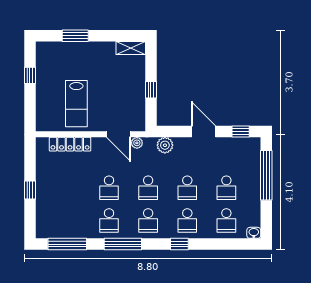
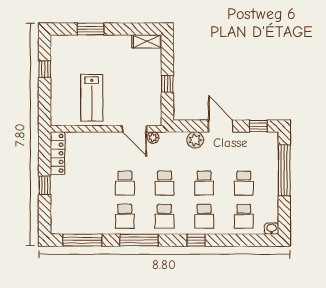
locker: (70, 144) -> (58, 153), moved, turned -90
plant: (165, 145) -> (195, 140), moved

